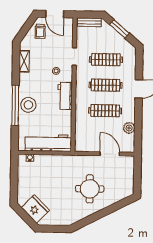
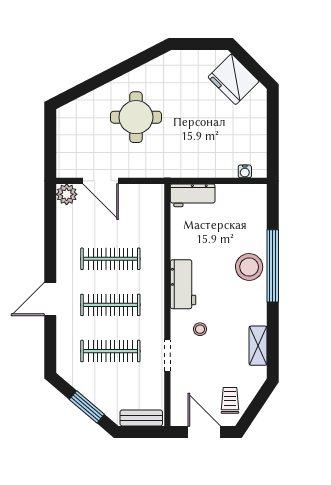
plant: (129, 128) -> (67, 194), moved
workbench: (48, 143) -> (193, 195), width x0.53, depth x0.76

